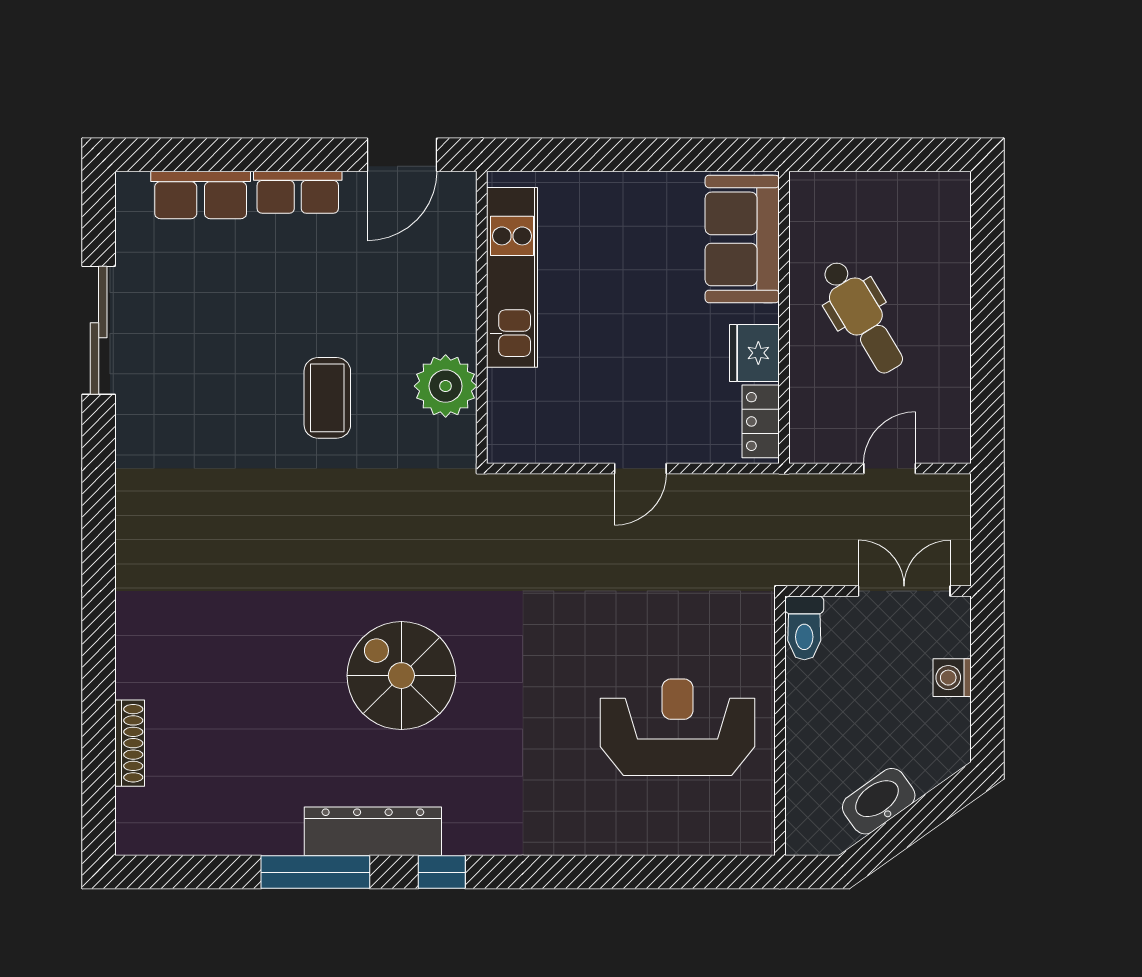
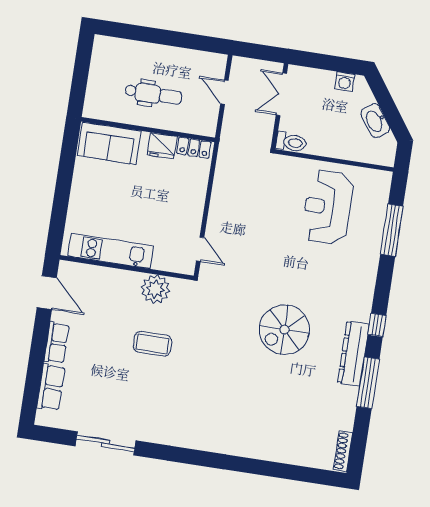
dental chair: (862, 317) -> (153, 94), turned 31
door: (640, 469) -> (200, 249), moved
washing machine: (952, 678) -> (345, 82), moved
shoe rack: (130, 743) -> (343, 451), moved, turned -90
window: (650, 872) -> (392, 230), added

